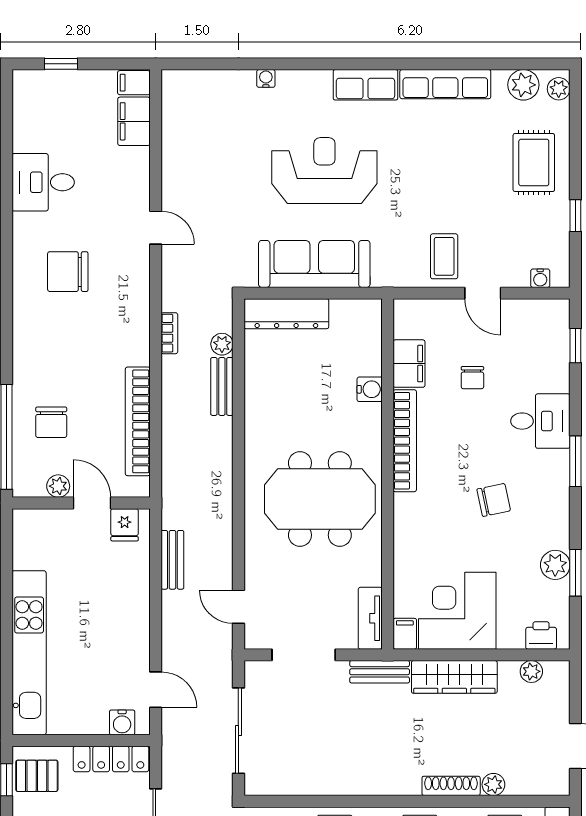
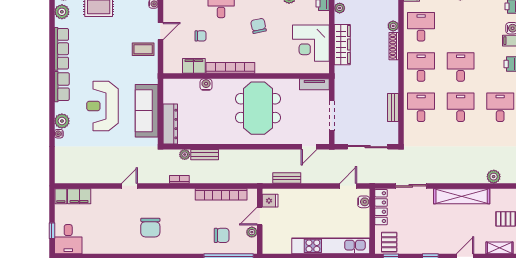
plant: (293, 85) -> (62, 121), added
desk: (43, 182) -> (68, 239), moved
filing cabinet: (405, 634) -> (322, 68), removed
bench: (380, 672) -> (393, 107), moved

